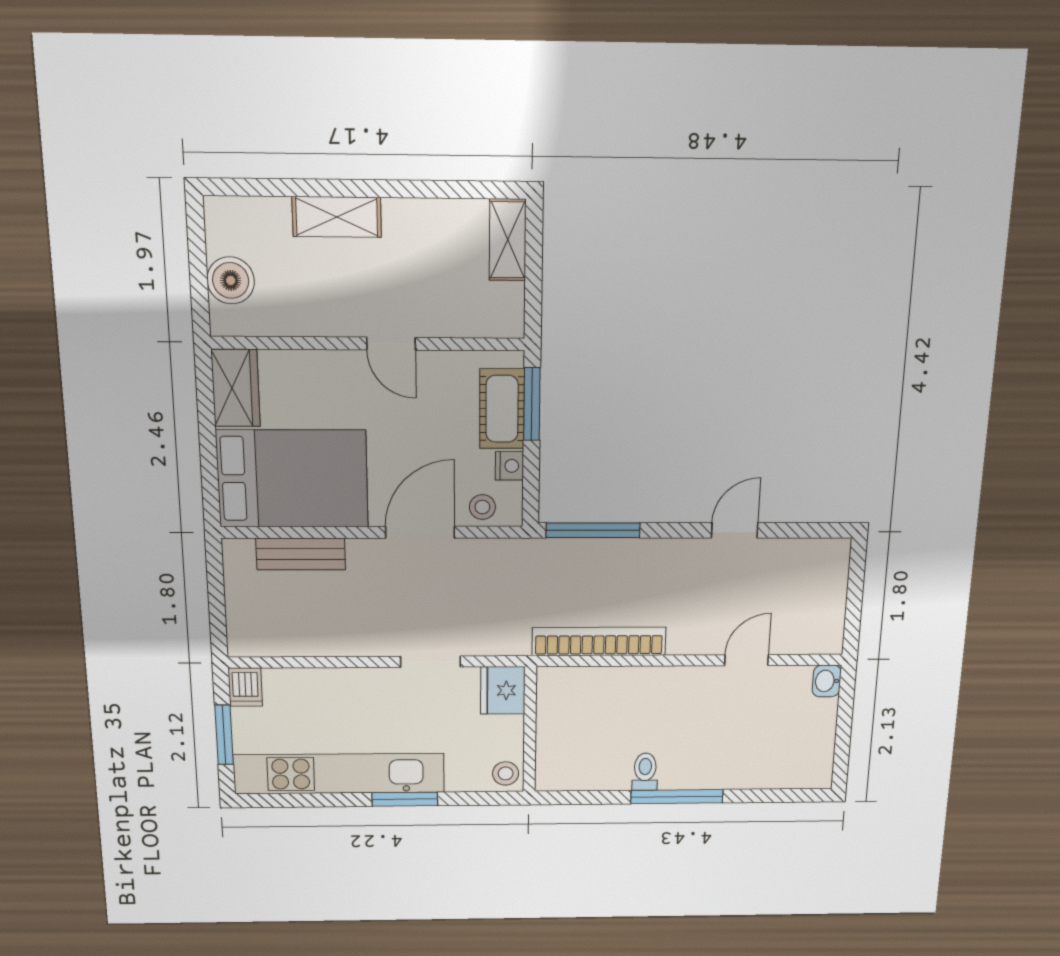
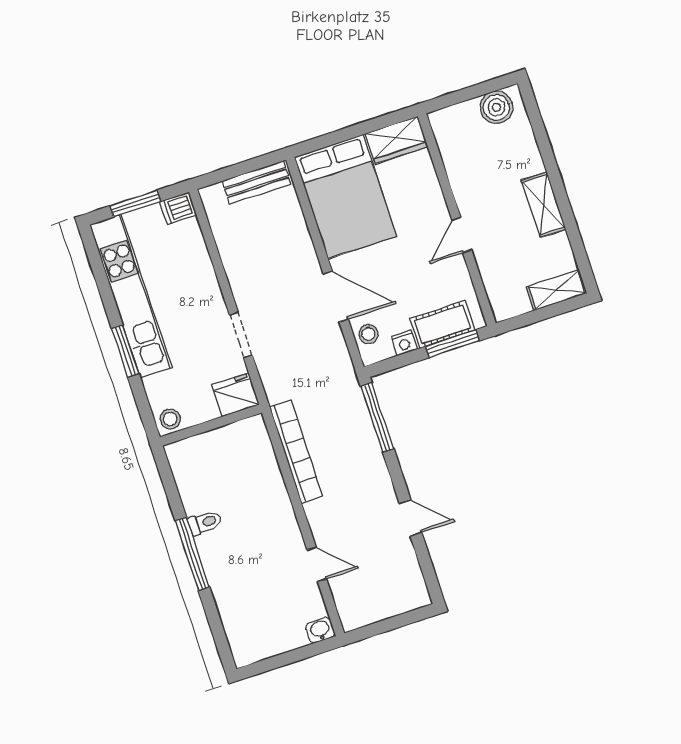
shelving: (337, 217) -> (544, 205), moved
boiler: (231, 280) -> (496, 107), moved
bench: (301, 554) -> (257, 182), moved, turned 90

